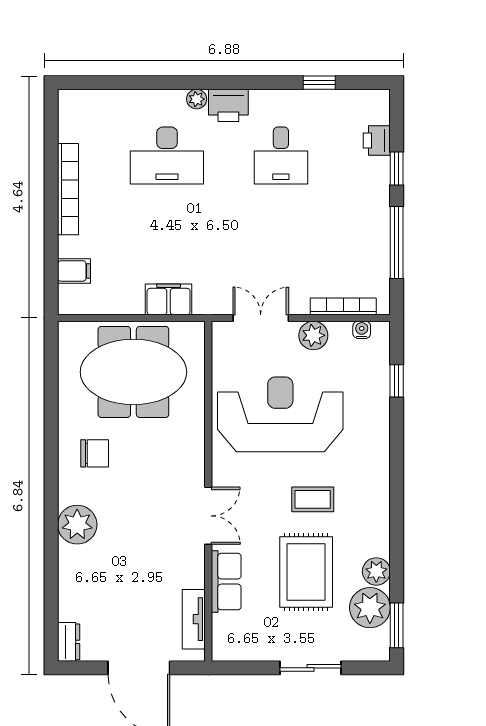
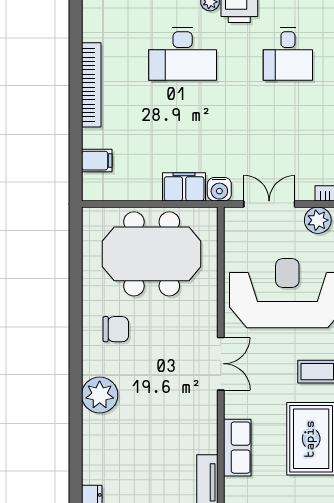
water cooler: (207, 302) -> (219, 189), added
double door: (208, 516) -> (221, 364), moved

